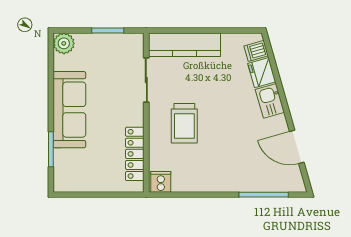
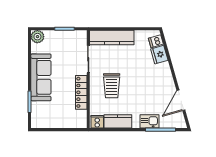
kitchen sink: (270, 101) -> (149, 121), moved, turned 106
door: (297, 147) -> (181, 100), hinge flipped
locker: (135, 154) -> (81, 92), moved
kitchen counter: (194, 181) -> (118, 121), added

